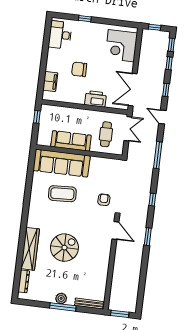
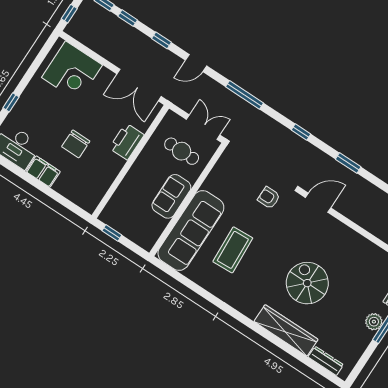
filing cabinet: (50, 81) -> (43, 172), moved
double door: (128, 129) -> (203, 127), moved
sofa: (71, 141) -> (171, 196), width x0.73

